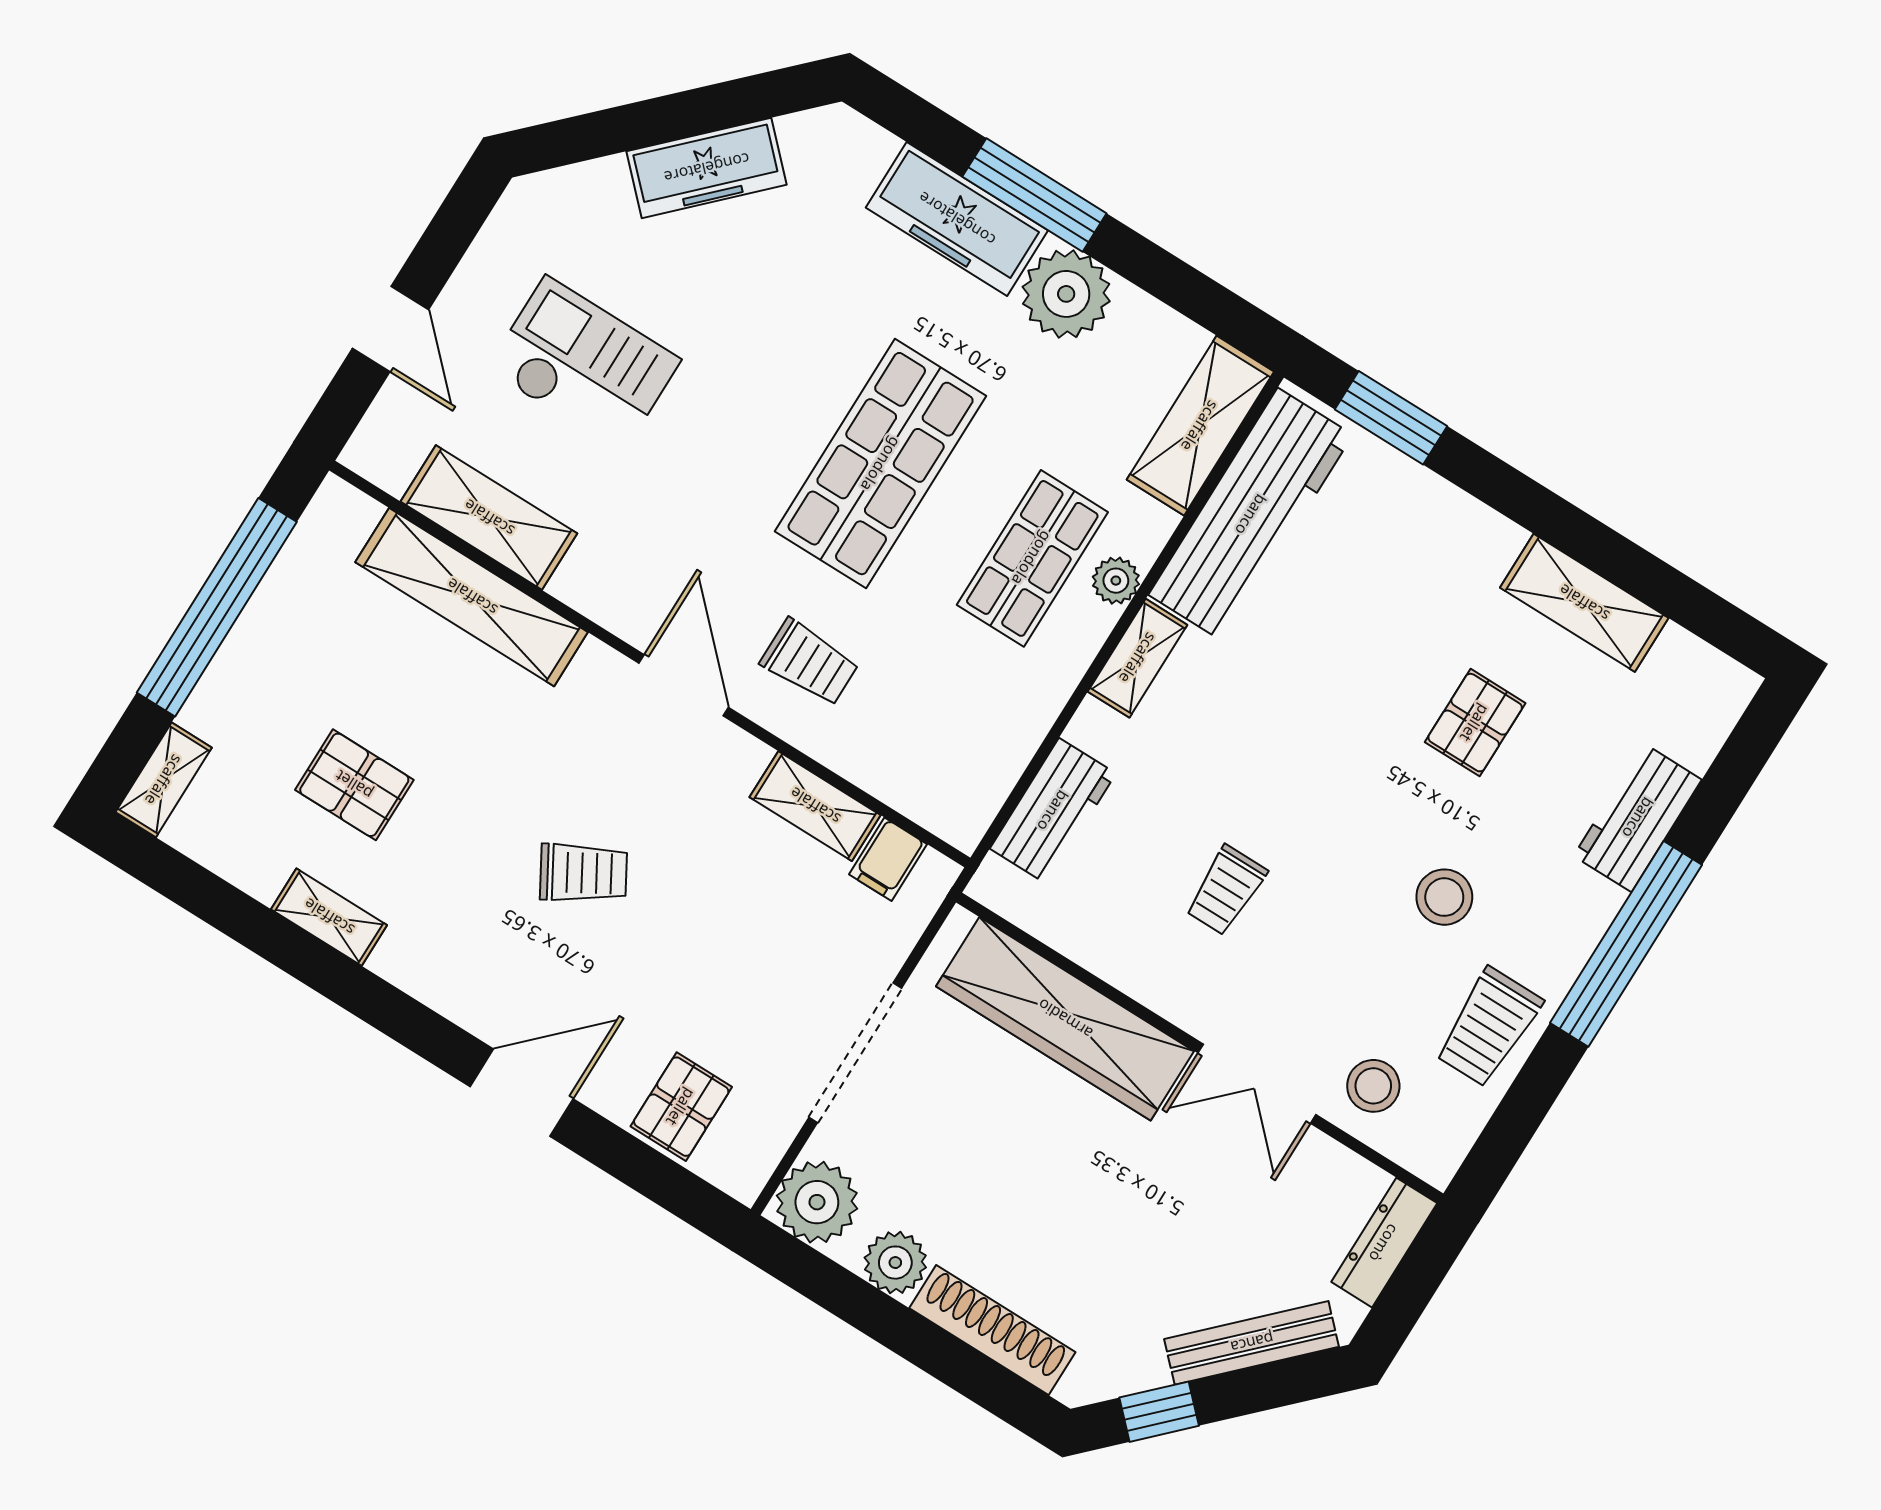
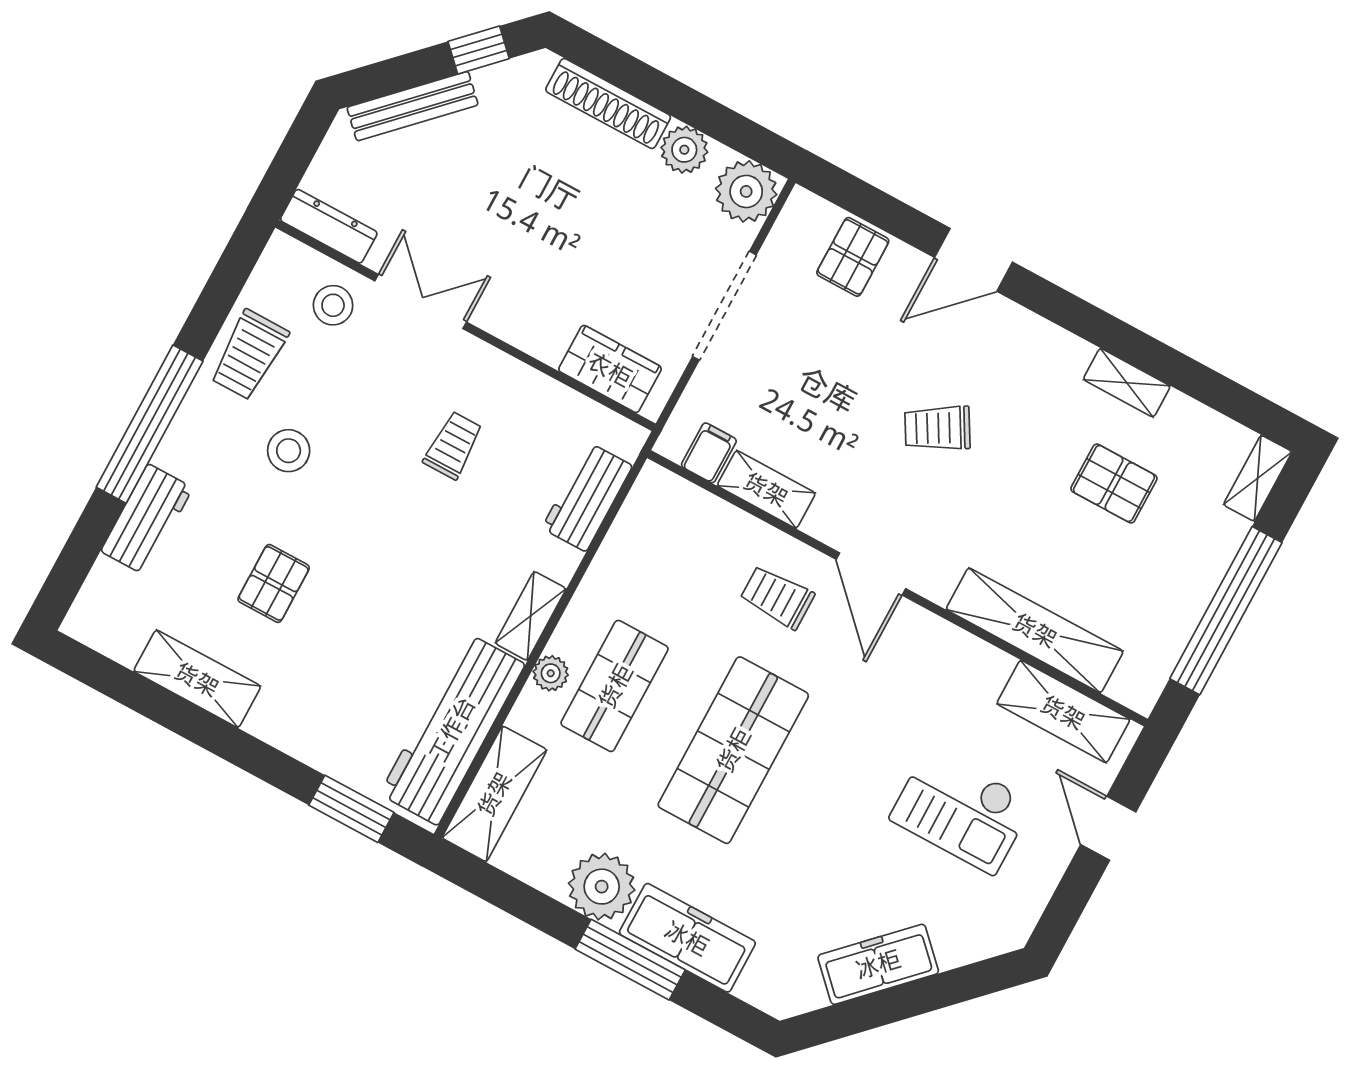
shelving: (489, 518) -> (1063, 712), moved
wardrobe: (1065, 1019) -> (610, 369), width x0.48, depth x0.85
trolley: (1488, 1027) -> (249, 355), turned 180
dresser: (1384, 1243) -> (329, 226), moved, turned -90

